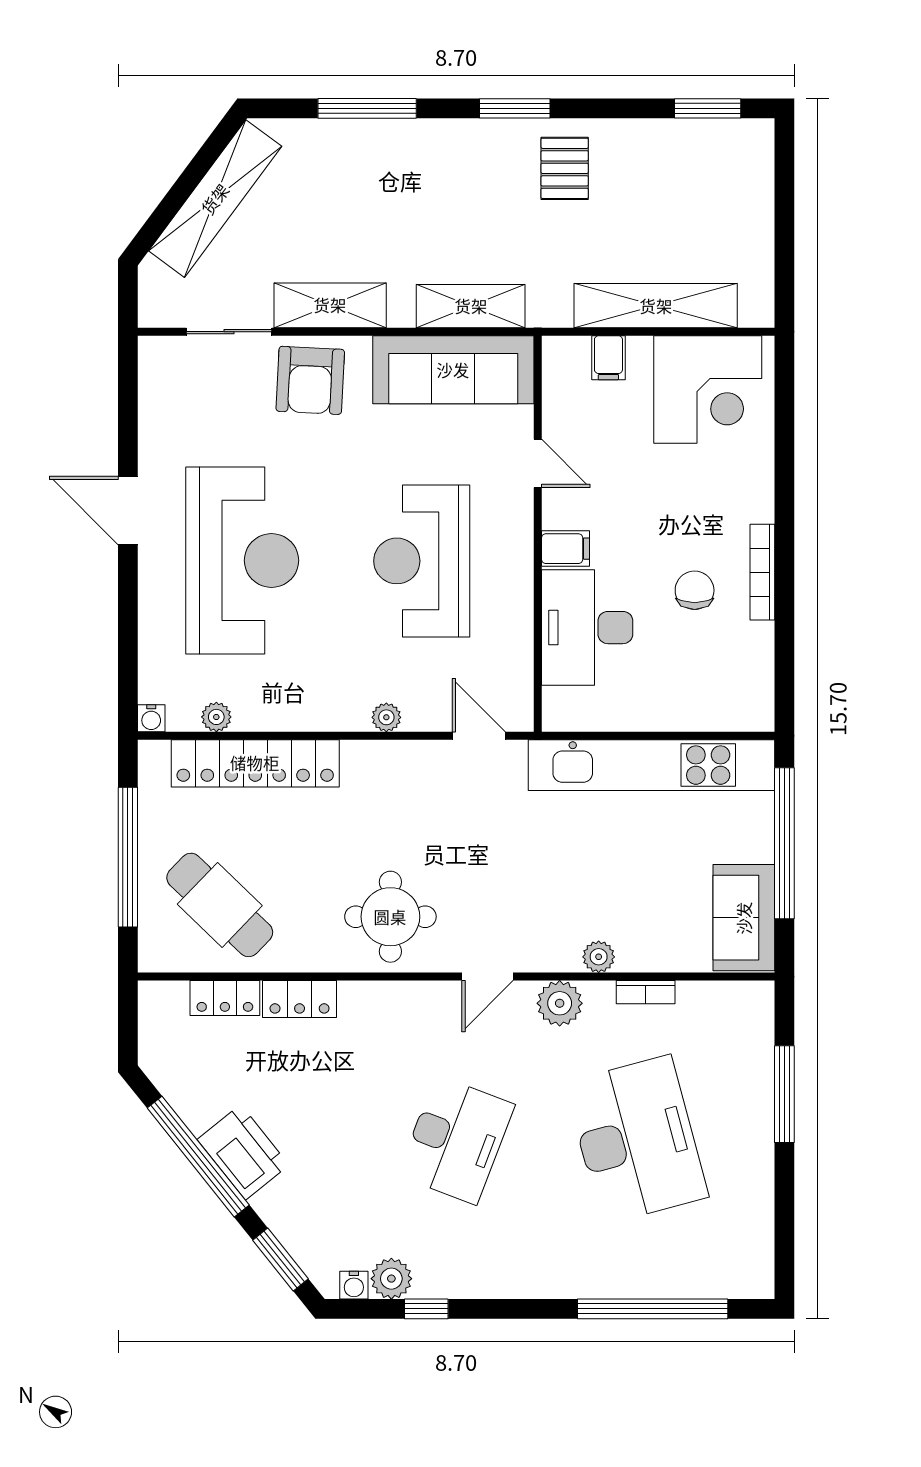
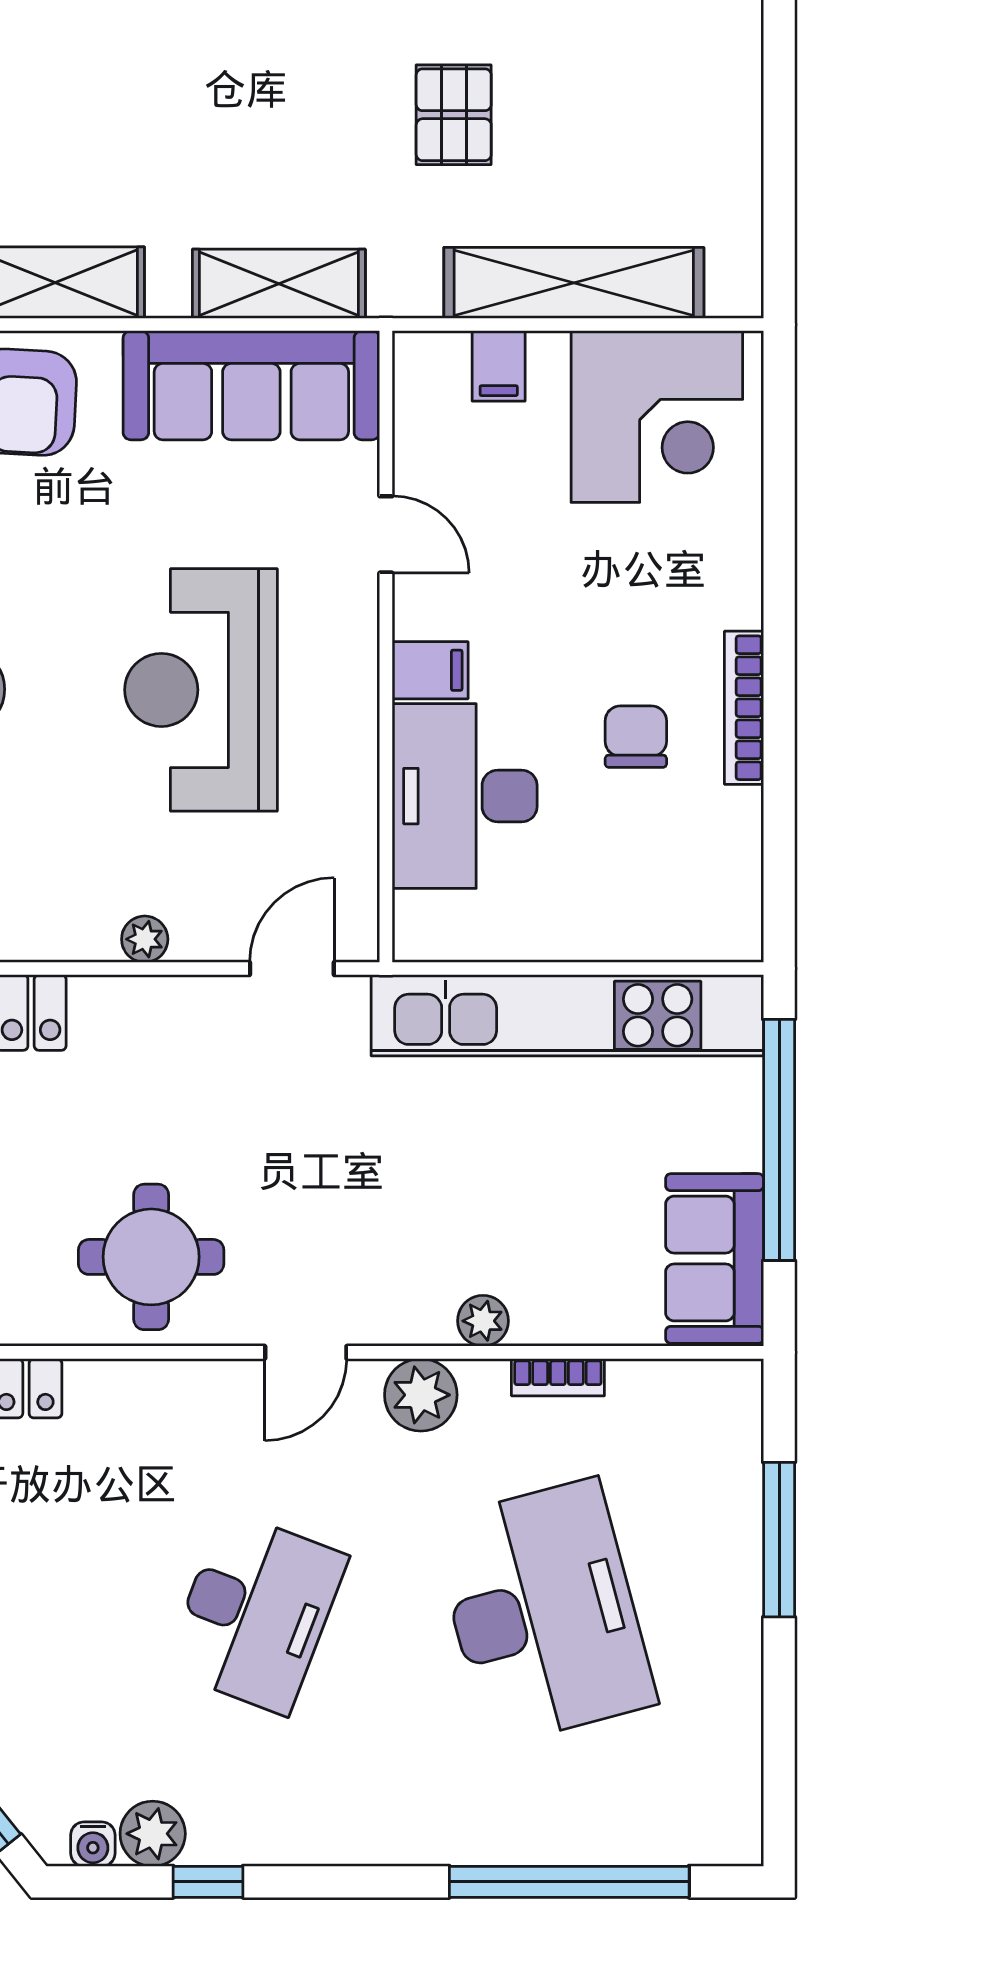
pallet: (565, 168) -> (454, 115), moved
door: (479, 736) -> (292, 969), hinge flipped

